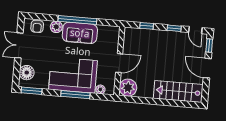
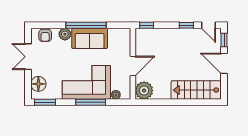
window: (147, 26) -> (147, 25), moved

